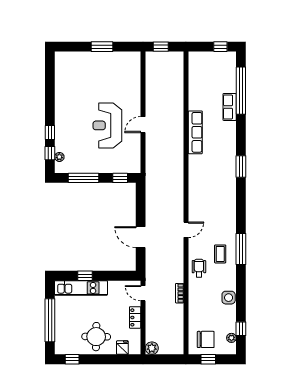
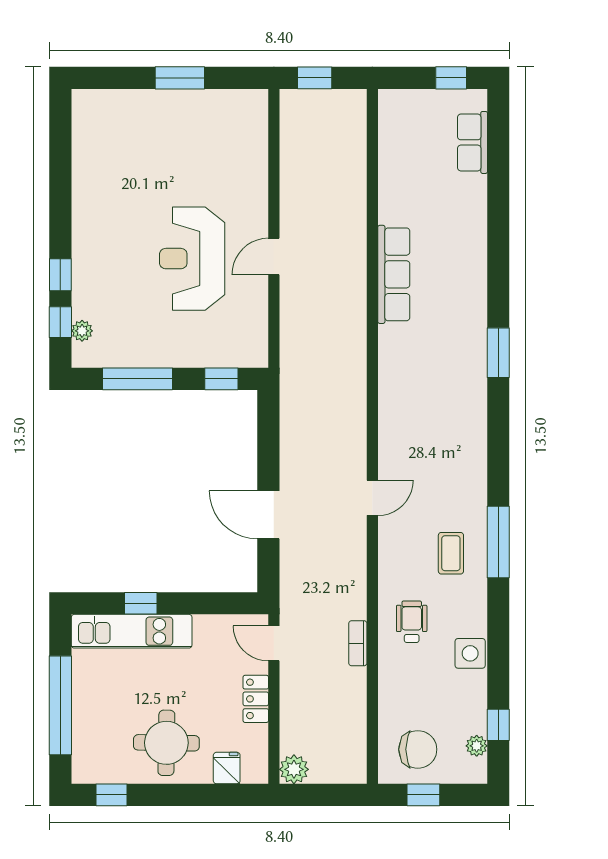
window: (241, 91) -> (498, 179), removed
row of seats: (230, 107) -> (472, 142), moved
wheelchair: (199, 268) -> (412, 622), moved

